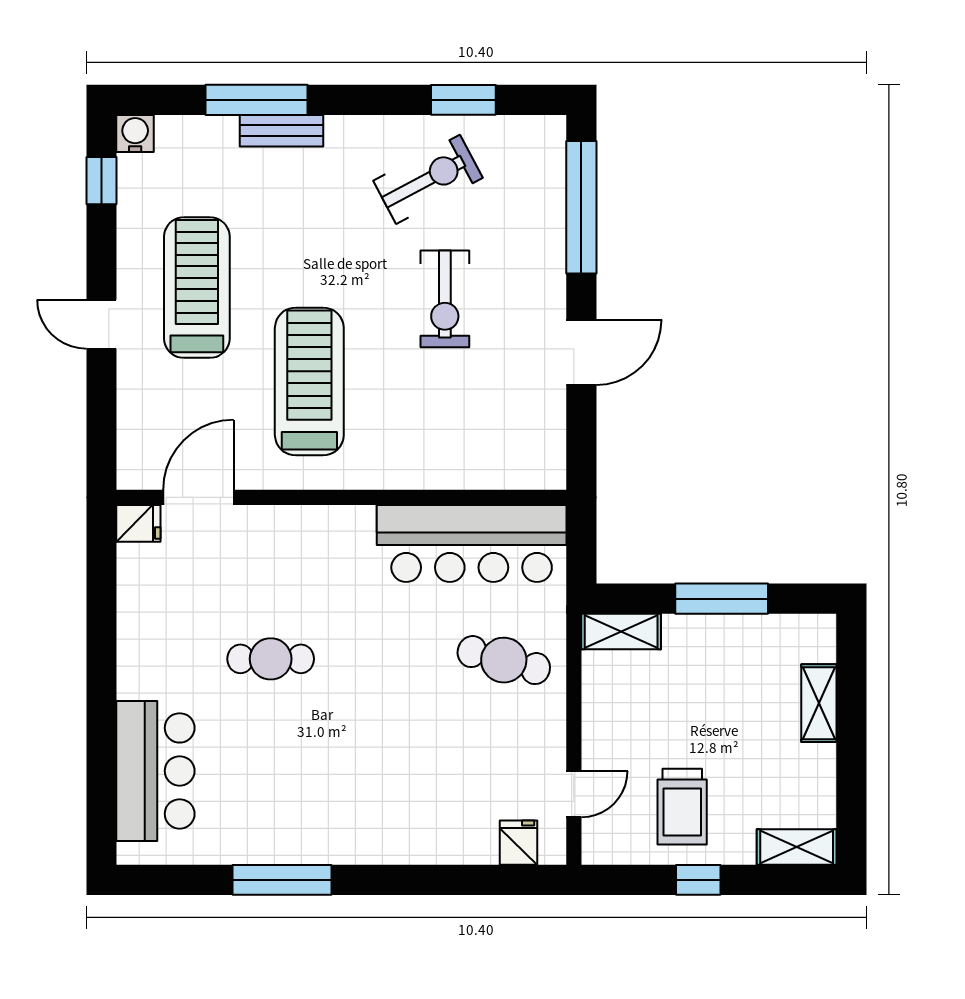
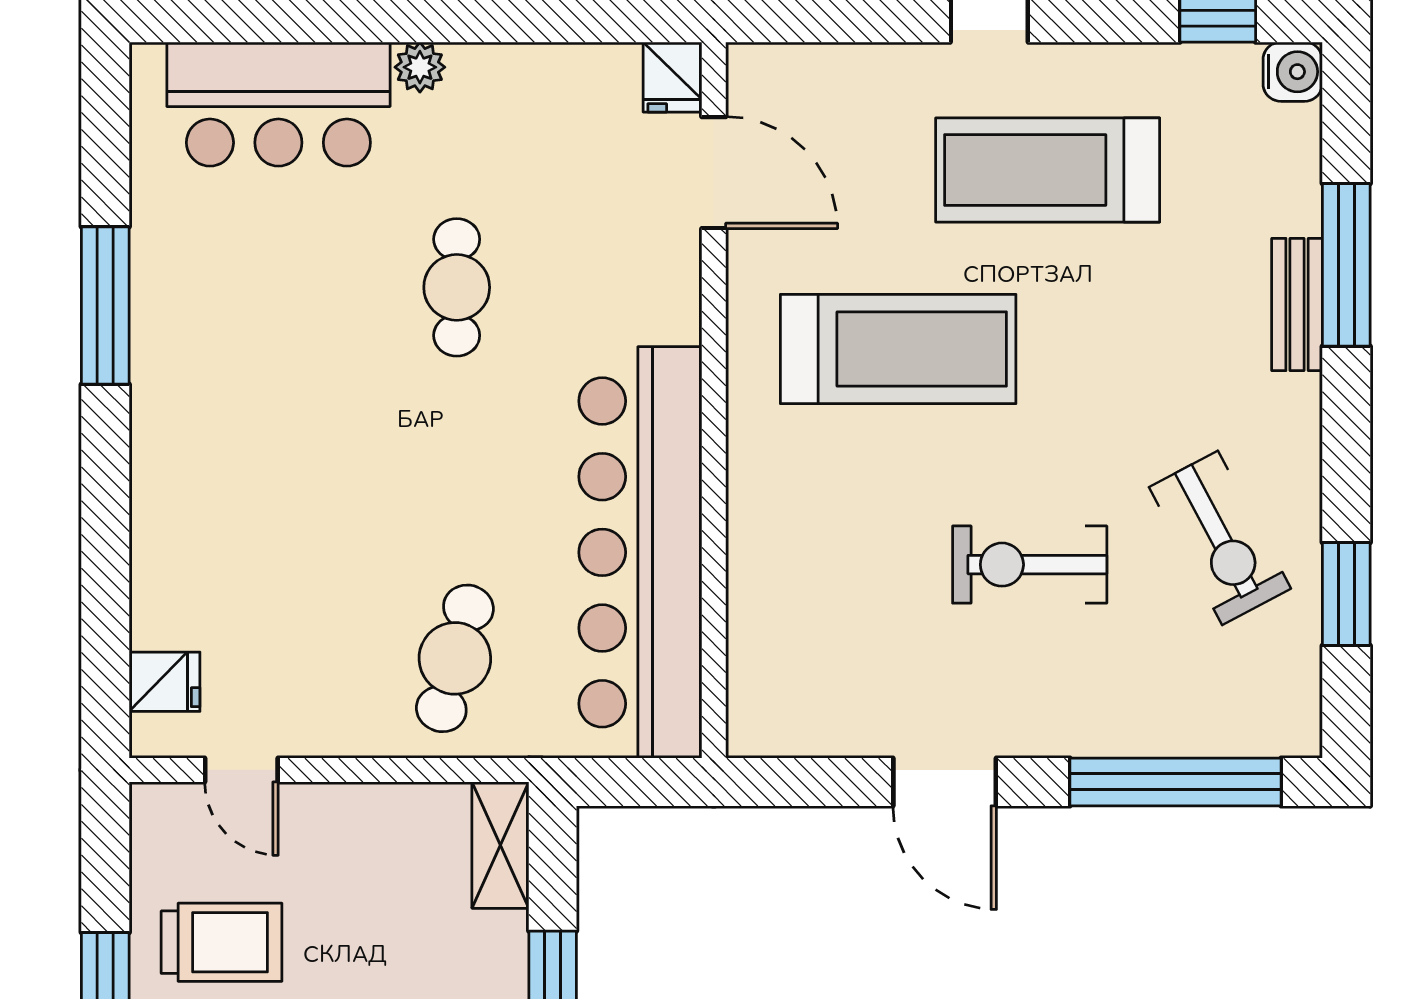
treadmill: (197, 288) -> (1048, 170), turned 180
bar counter: (472, 544) -> (640, 552), width x1.36
plant: (132, 682) -> (420, 67), added
trolley: (682, 807) -> (222, 942), turned 180

